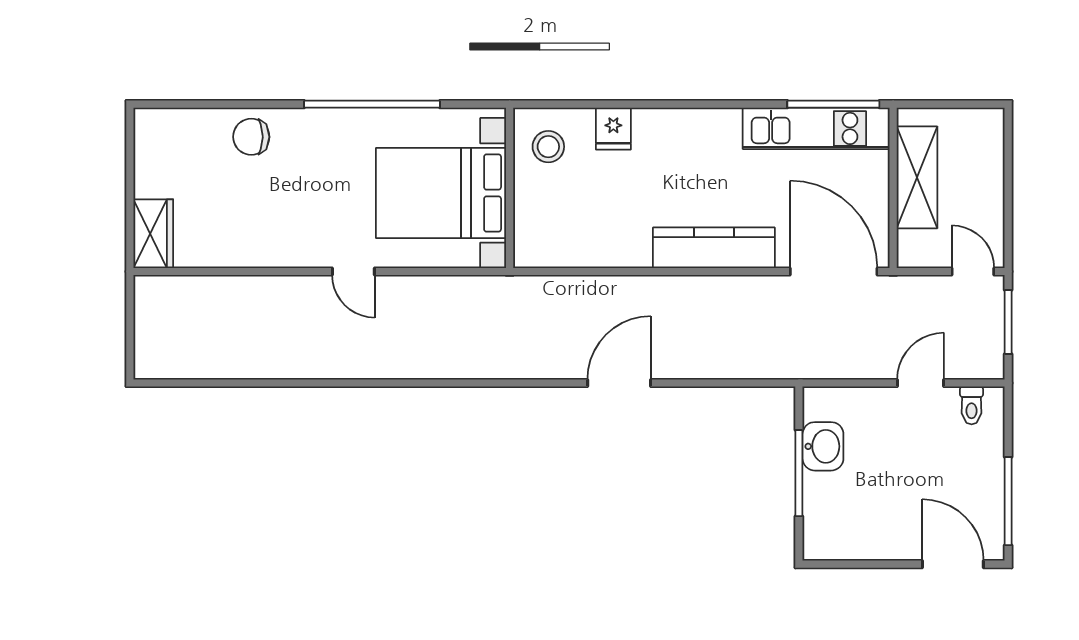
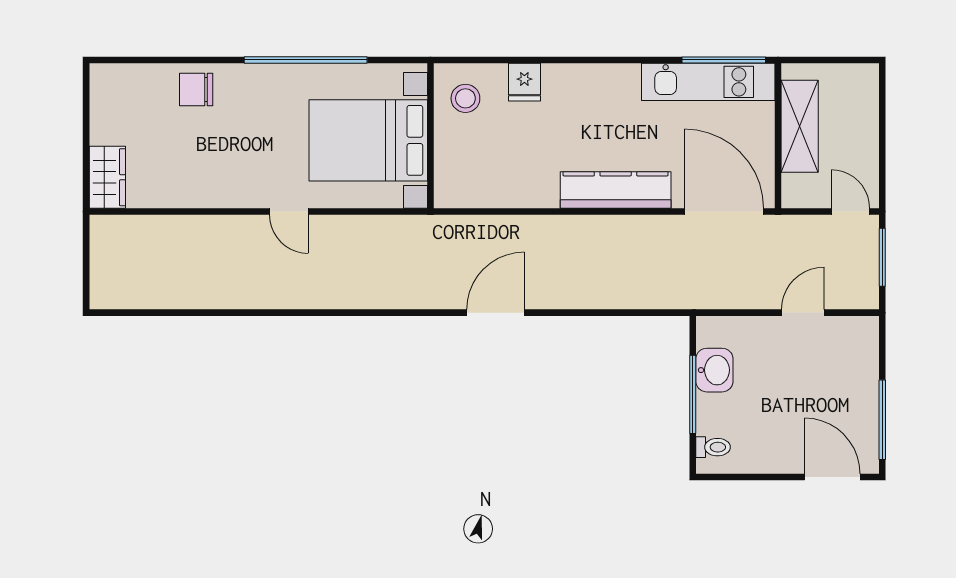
door: (619, 383) -> (496, 313), moved
toilet: (972, 405) -> (713, 447), moved, turned -90

